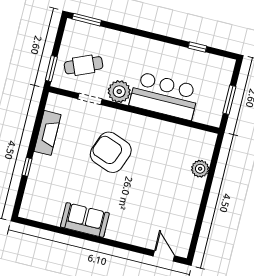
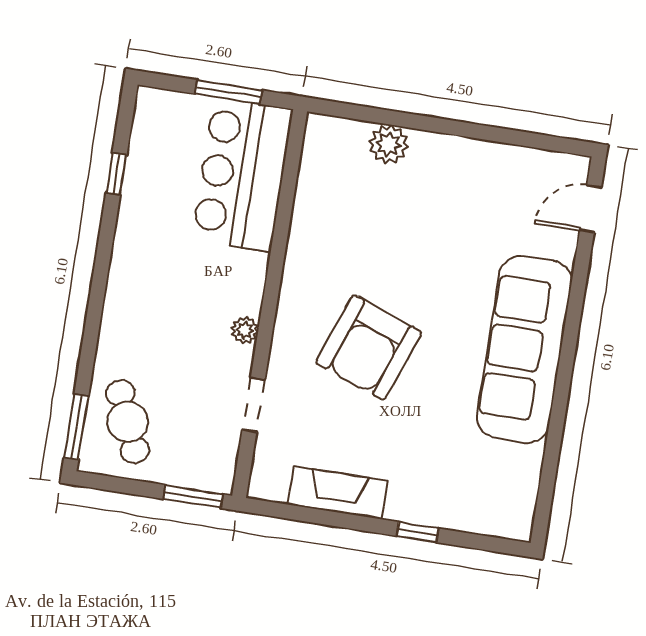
cafe table: (84, 65) -> (128, 422), moved
plant: (119, 92) -> (245, 330), width x0.53, depth x0.53
bar counter: (164, 96) -> (242, 174), moved
sofa: (85, 220) -> (524, 349), width x1.85, depth x1.27

